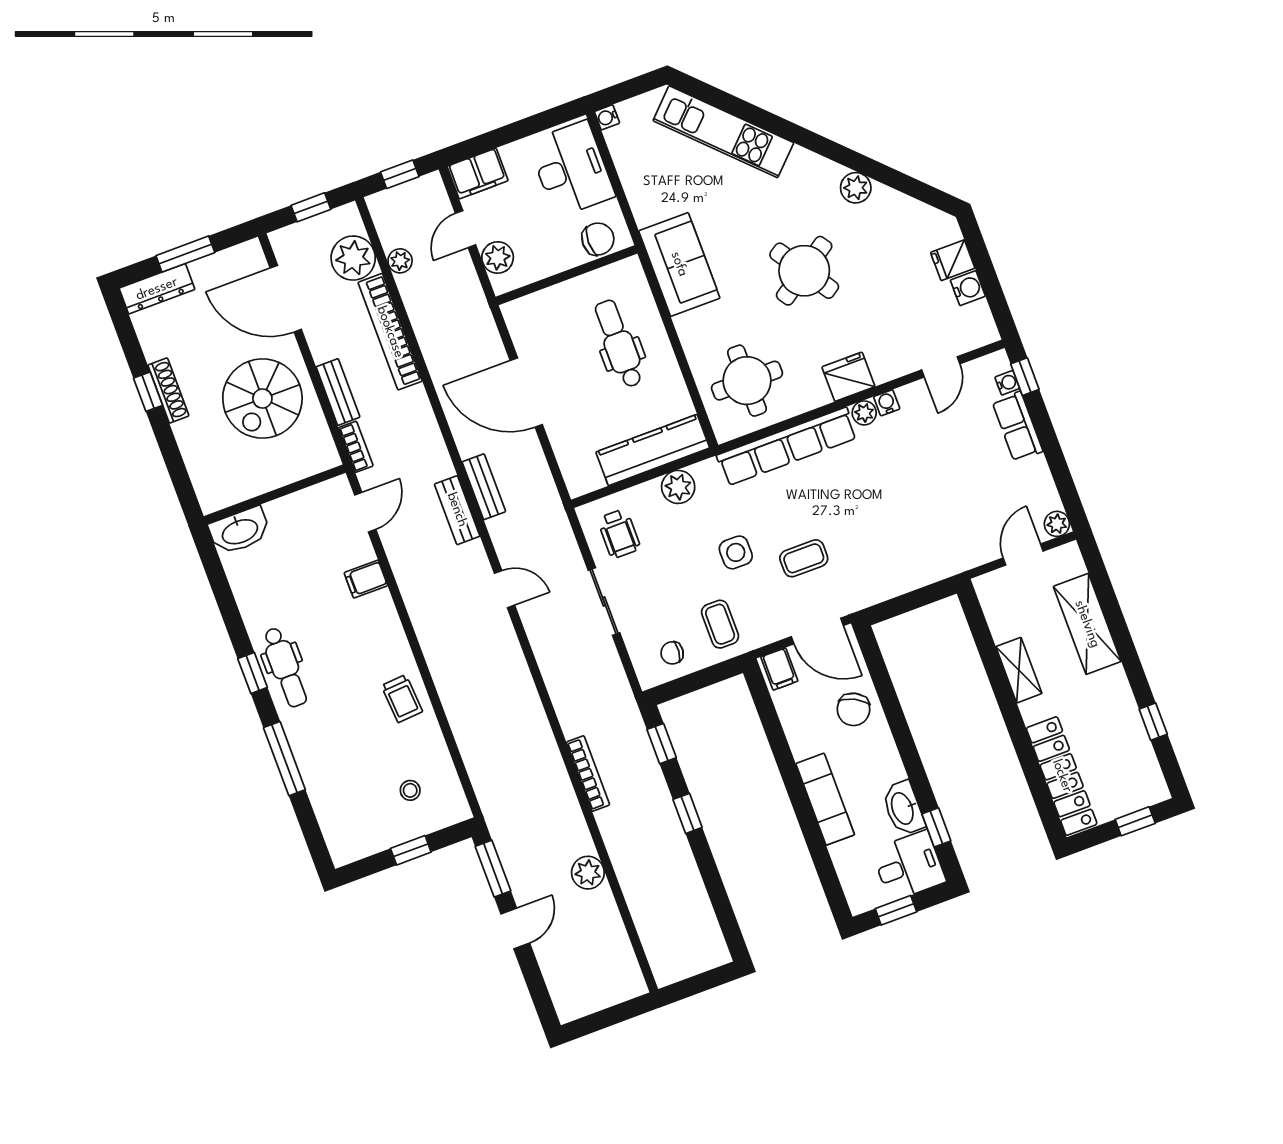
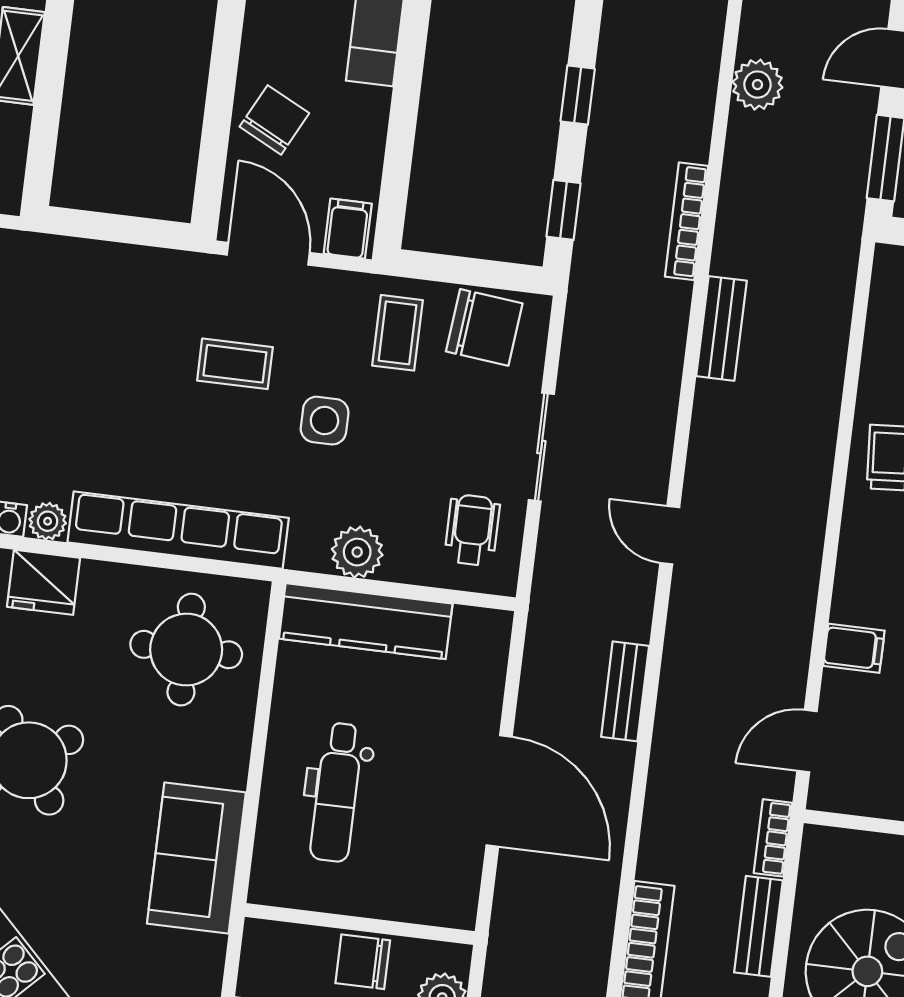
chair: (598, 239) -> (363, 962), moved
bench: (457, 510) -> (722, 328), moved
chair: (672, 653) -> (484, 327), width x1.87, depth x1.87

